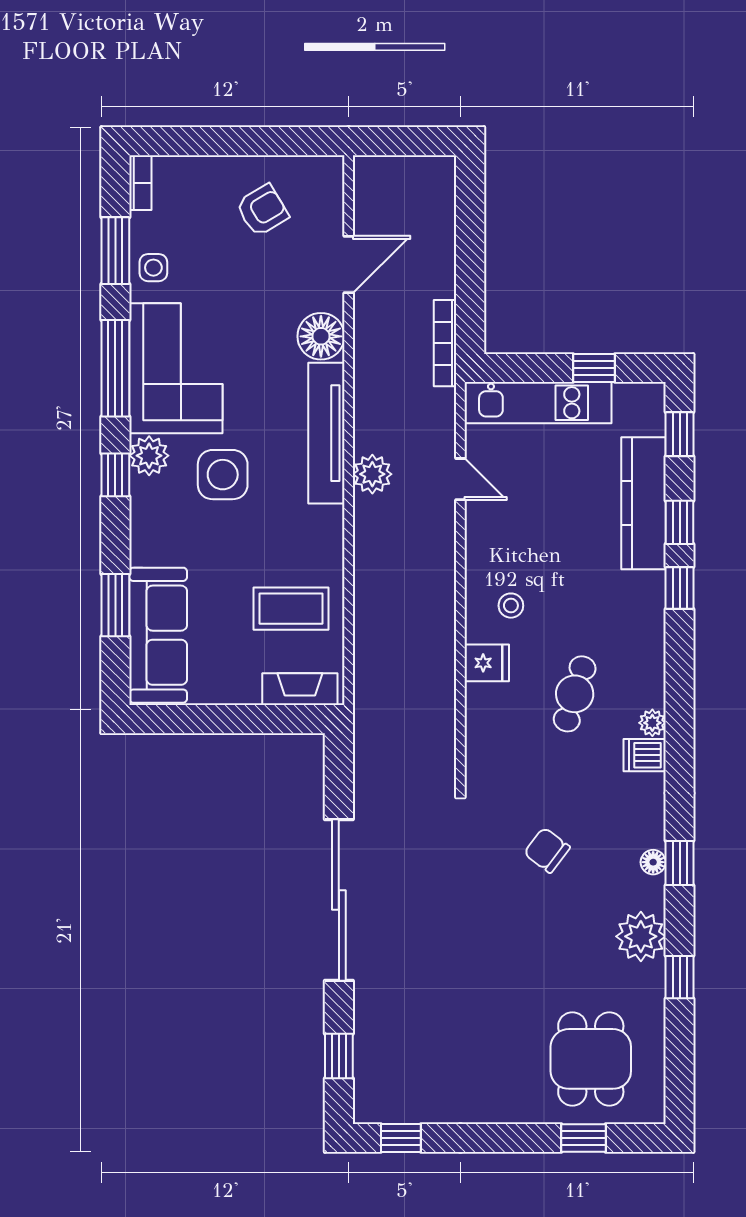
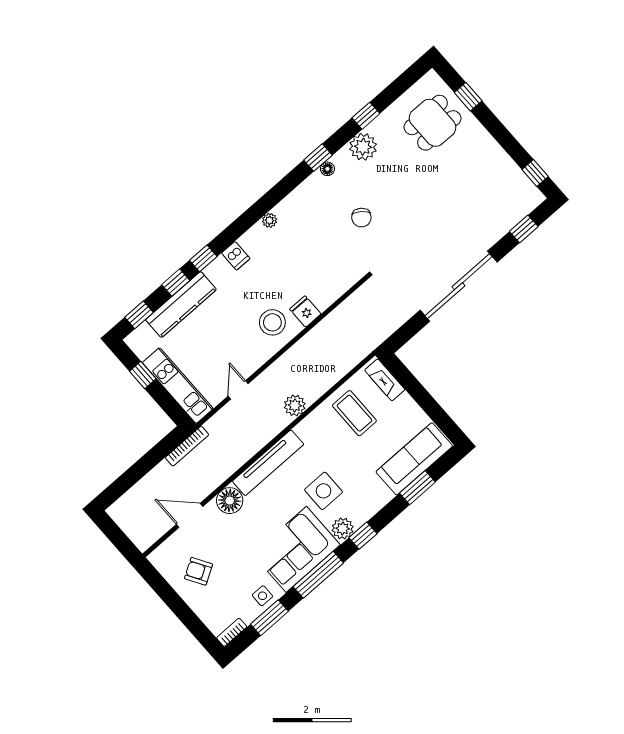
plant: (372, 474) -> (295, 405), moved
stool: (511, 606) -> (272, 322), width x1.89, depth x1.89
cafe table: (575, 694) -> (286, 263), removed
dishwasher: (645, 755) -> (236, 256), moved

